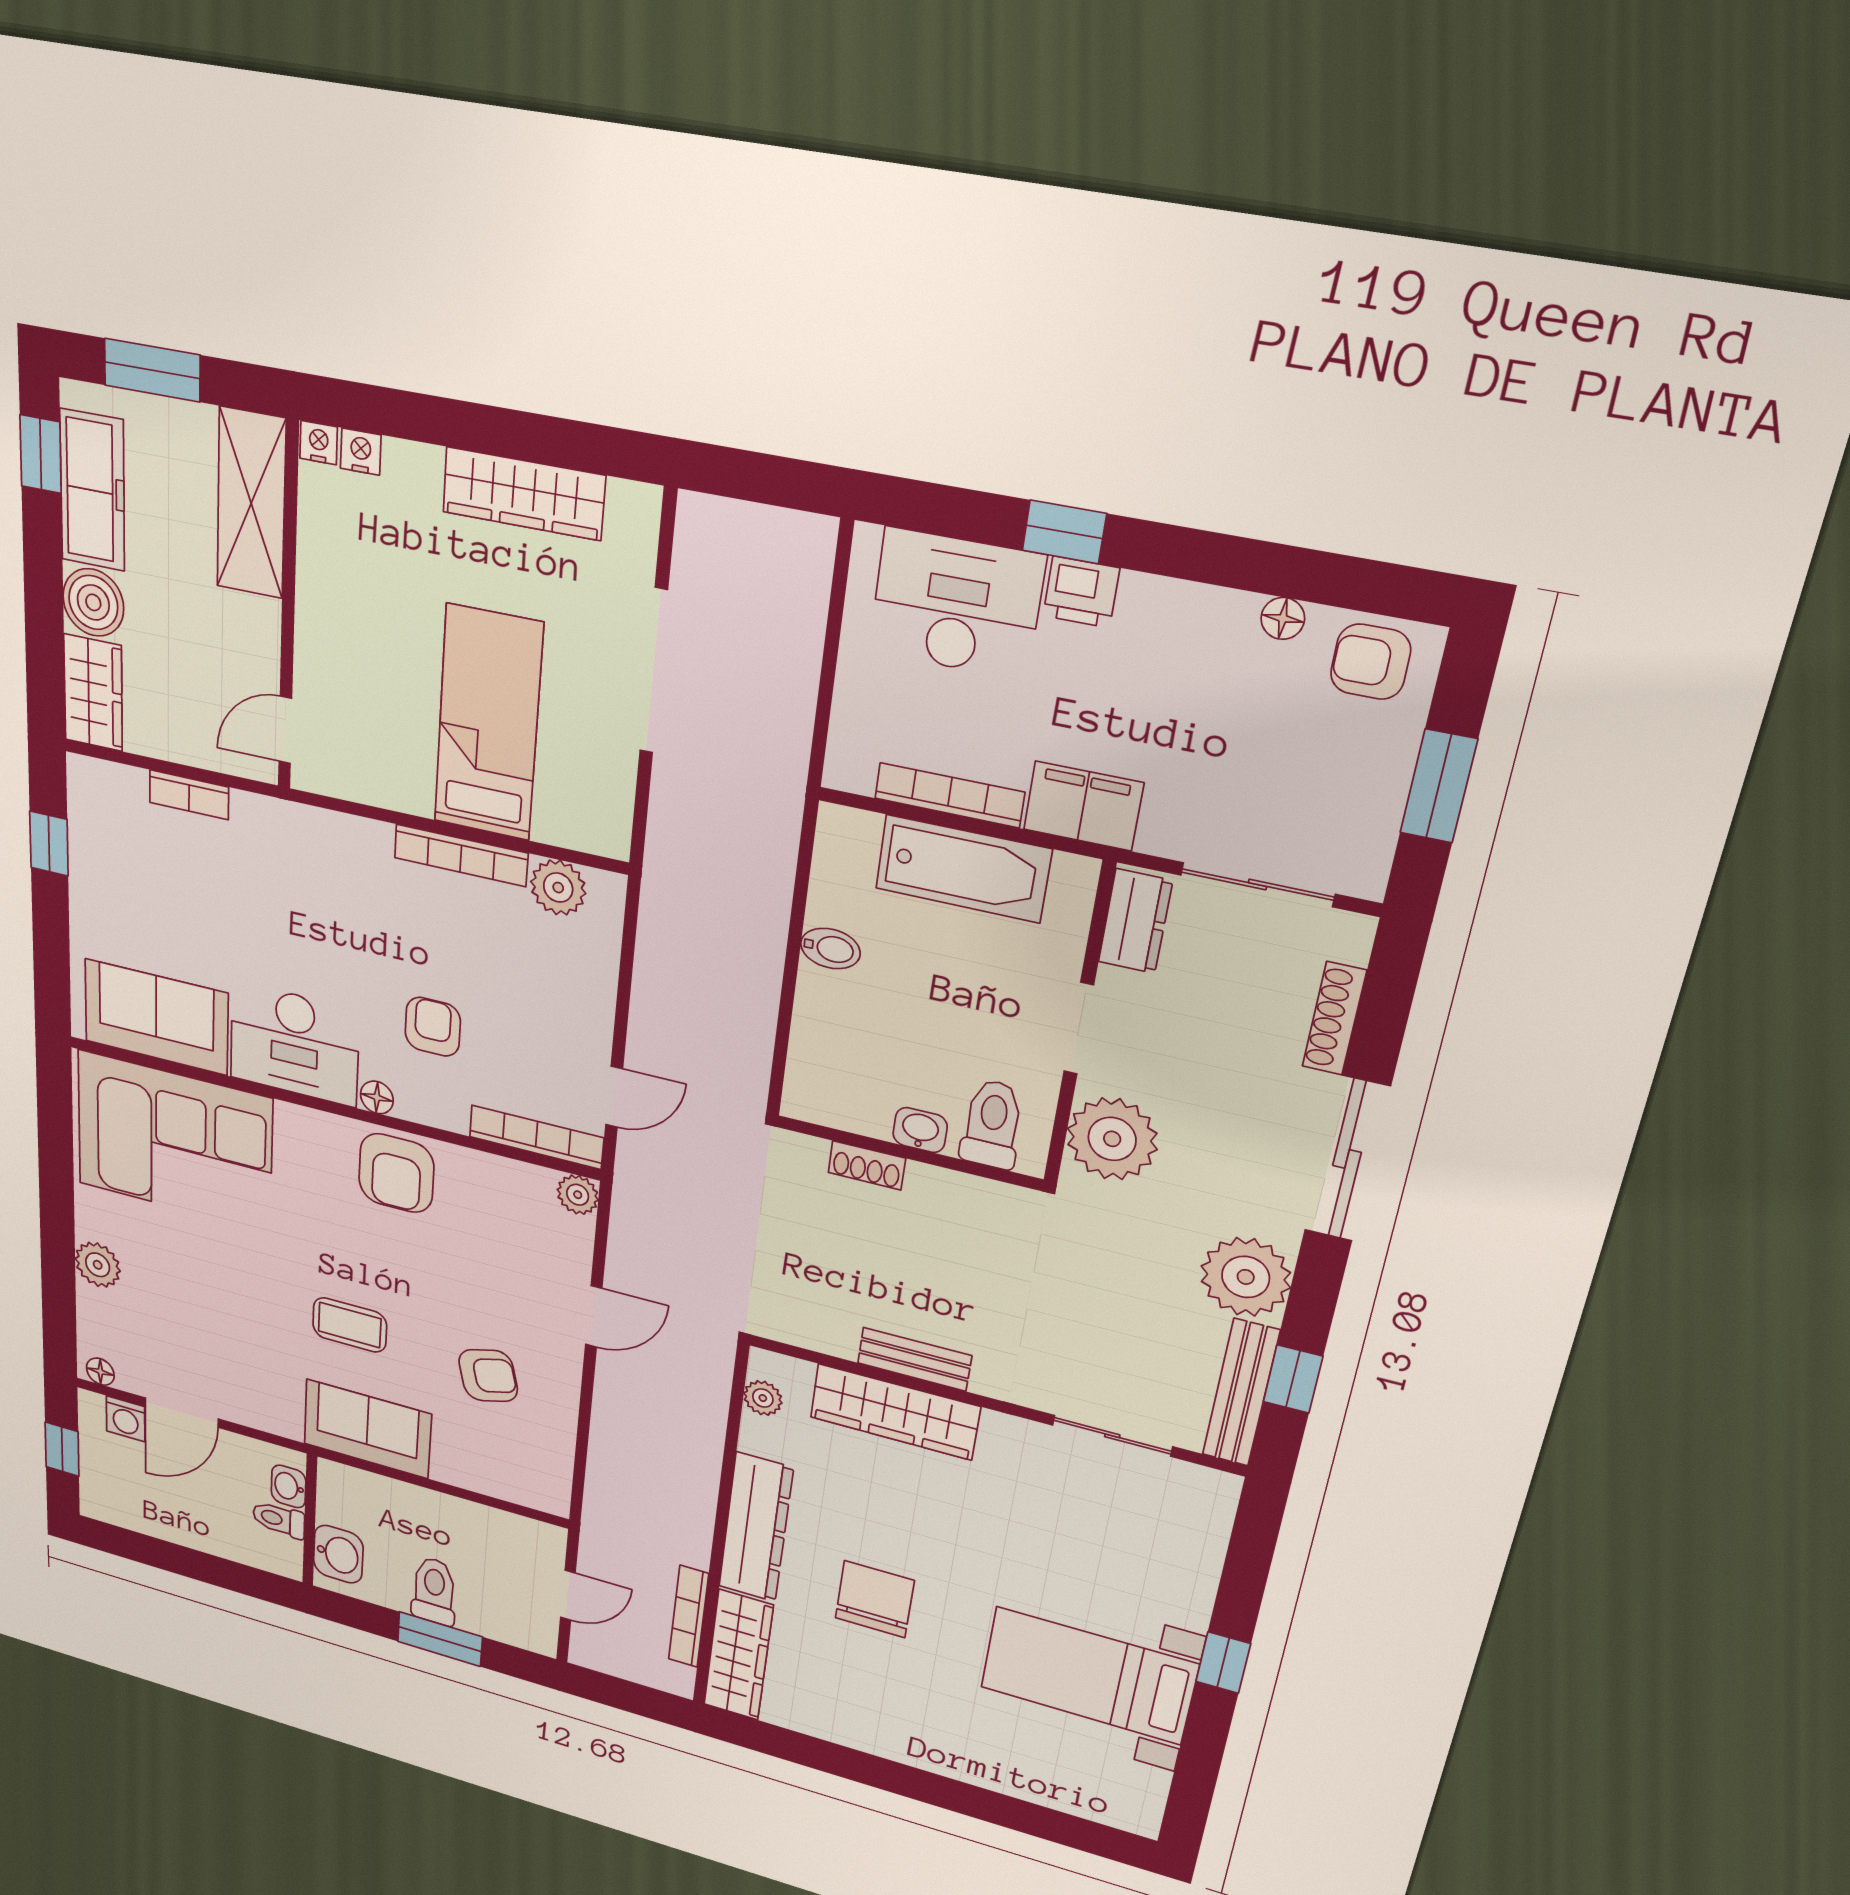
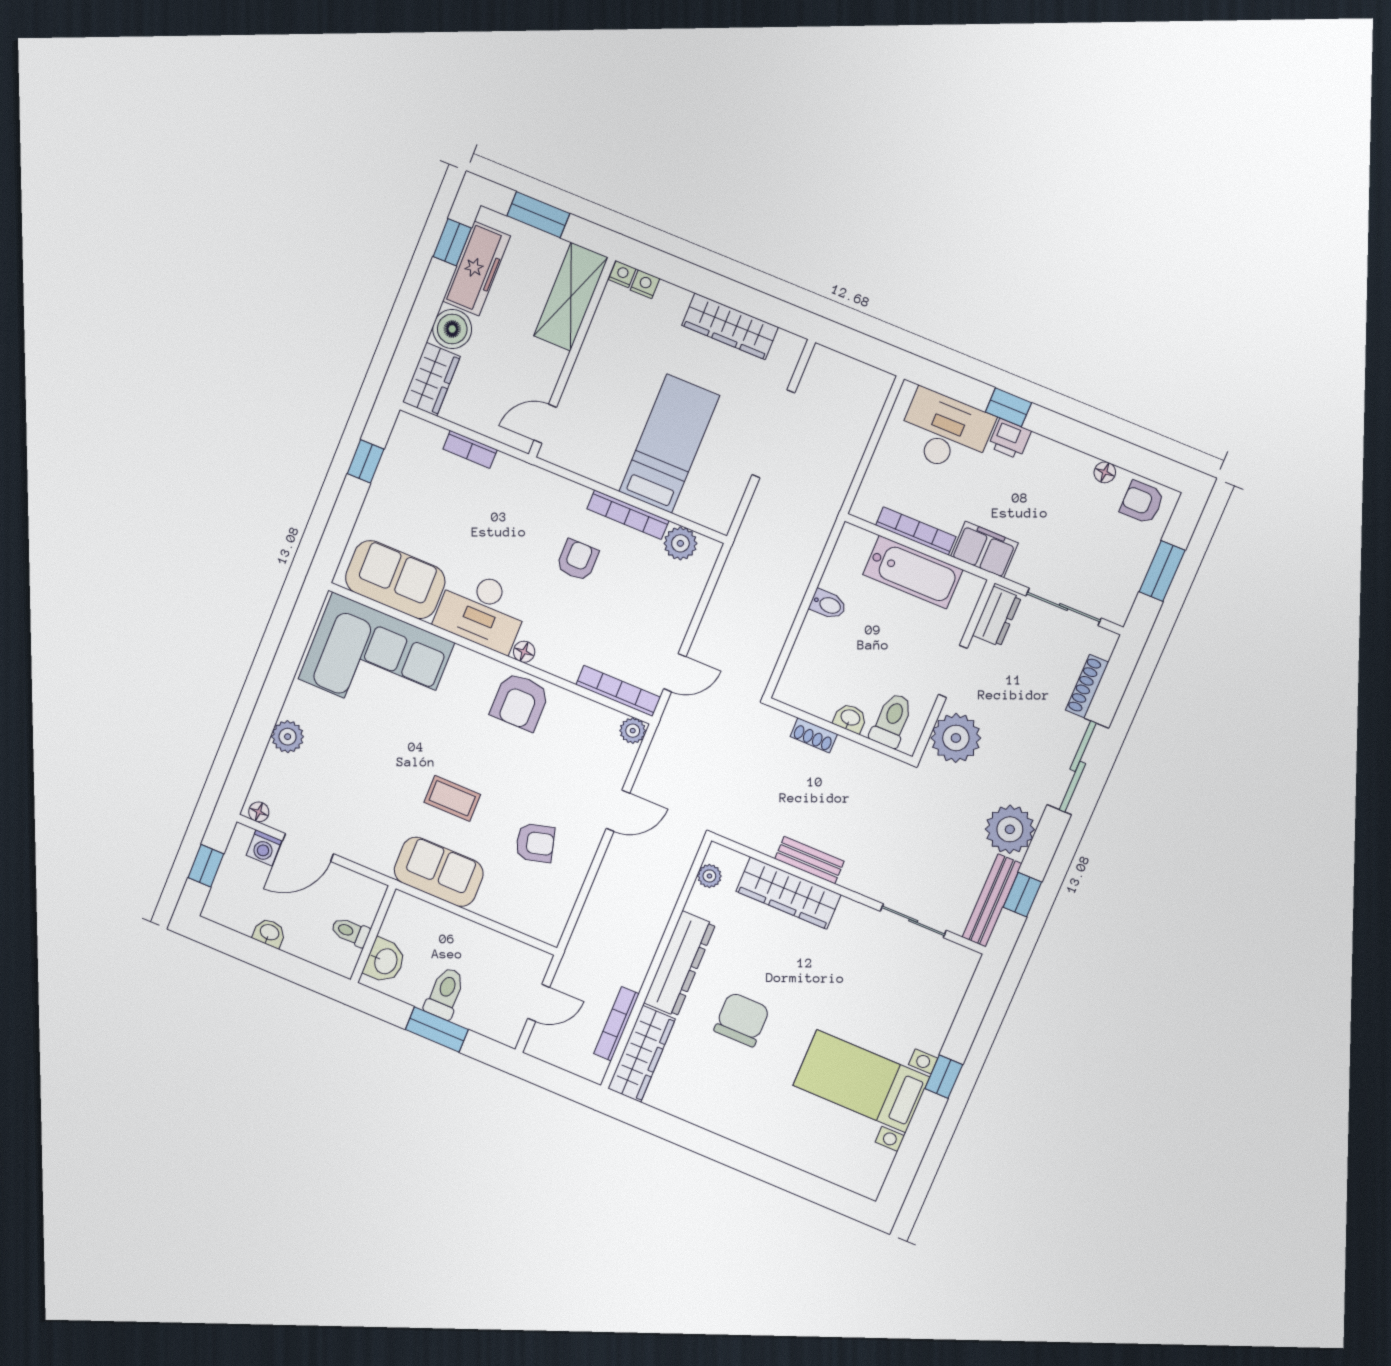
armchair: (433, 1027) -> (577, 560), moved
washbasin: (289, 1486) -> (269, 933), moved, turned 90

